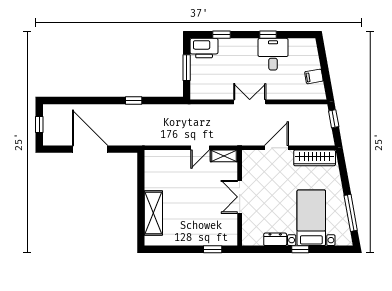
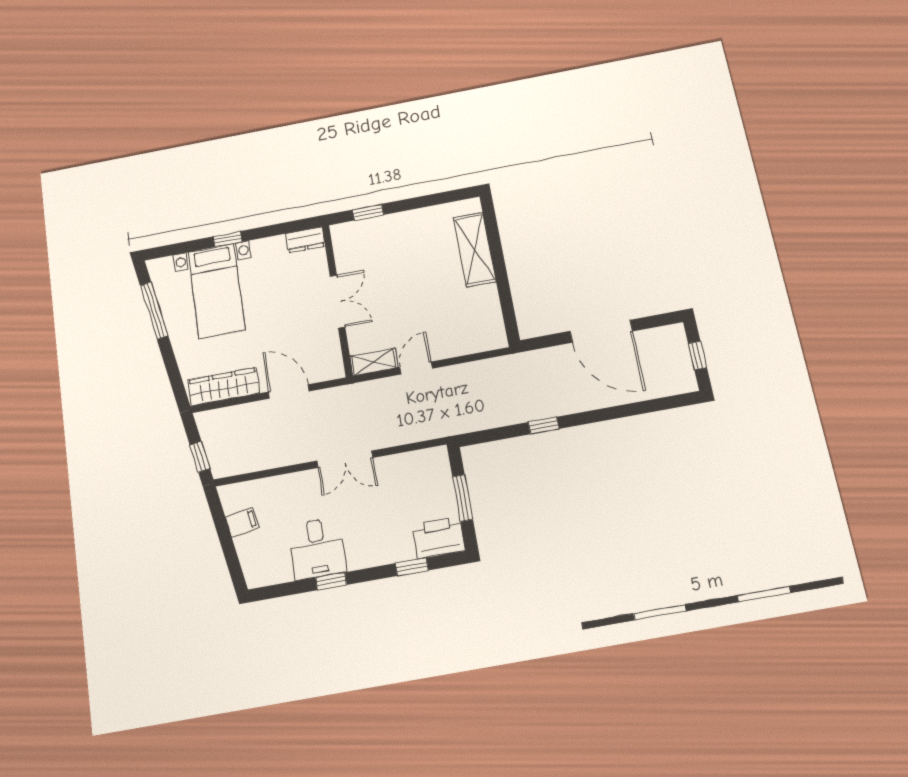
door: (276, 148) -> (289, 392), swing flipped
dresser: (275, 239) -> (305, 240), moved

